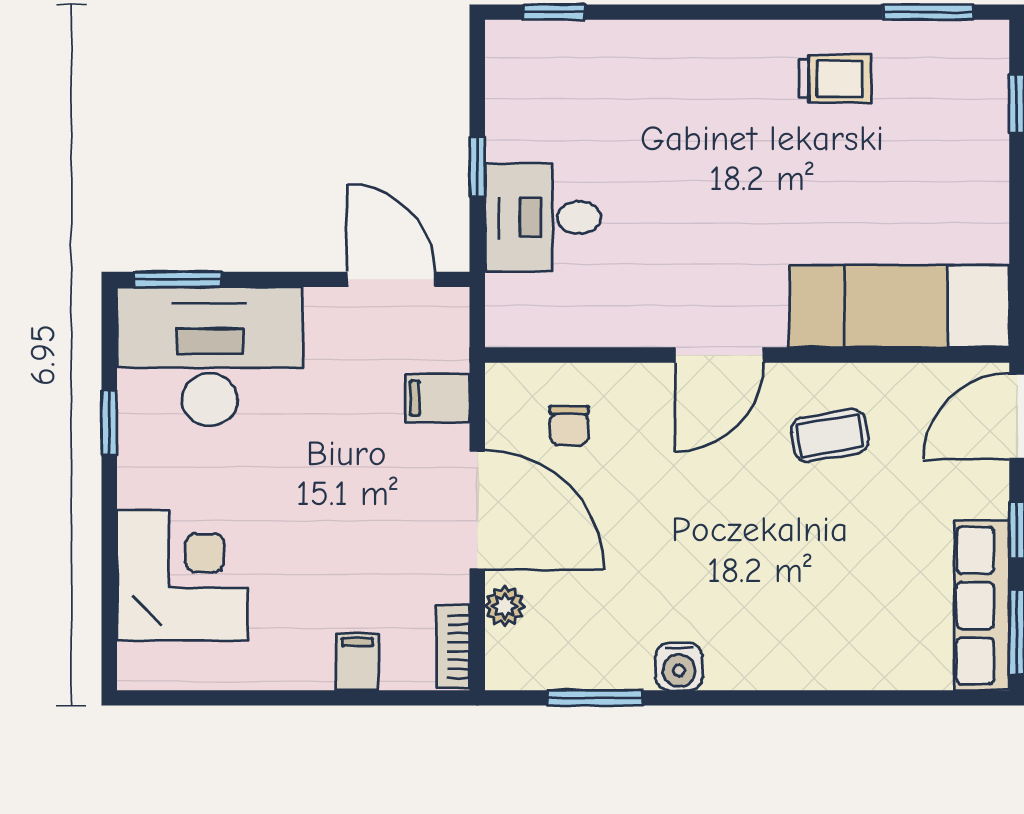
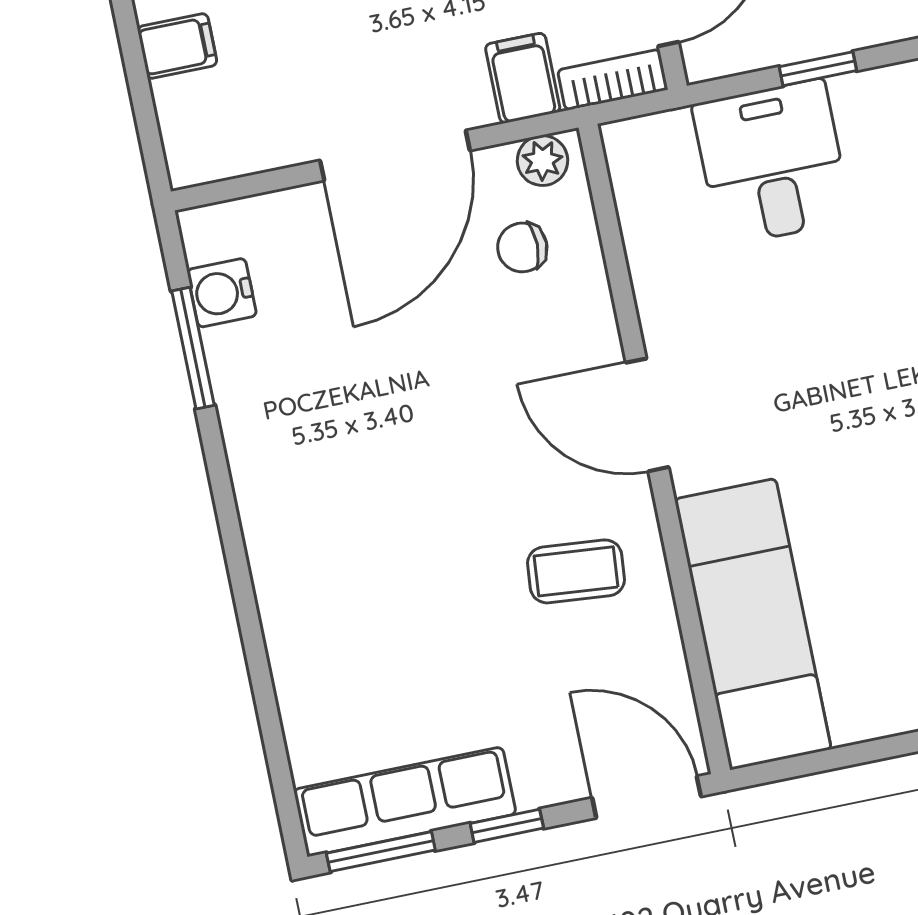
coffee table: (830, 435) -> (576, 571), turned -75
plant: (505, 606) -> (542, 161), moved
bookcase: (453, 647) -> (613, 80), moved
water cooler: (679, 667) -> (222, 293), moved

